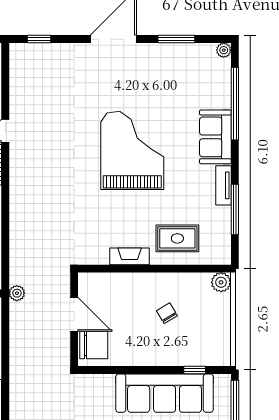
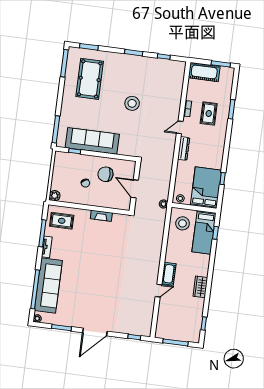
sofa: (215, 137) -> (48, 286), width x1.85, depth x1.27
grand piano: (132, 150) -> (93, 272), removed
rug: (177, 238) -> (62, 221), moved
chair: (94, 345) -> (105, 174), moved

